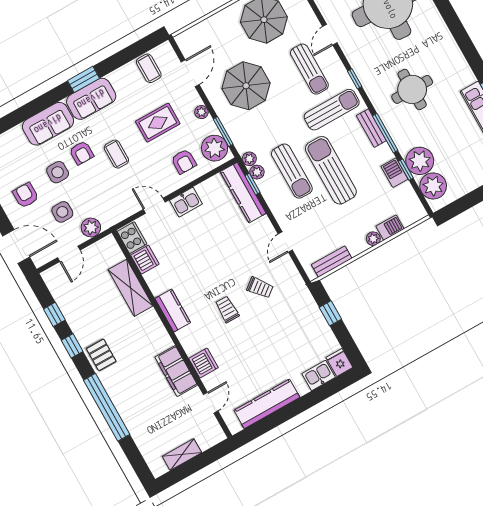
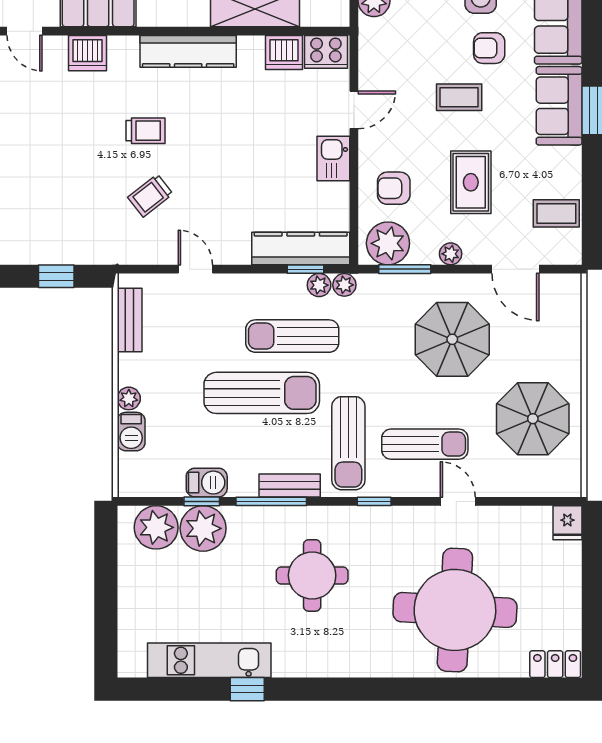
sun lounger: (309, 69) -> (425, 444), turned 180
kitchen counter: (173, 310) -> (188, 51), width x1.50

